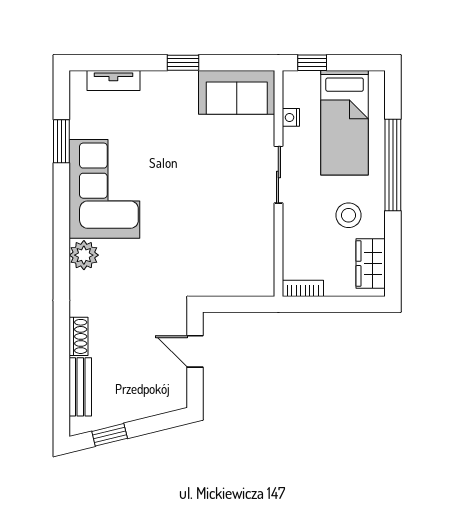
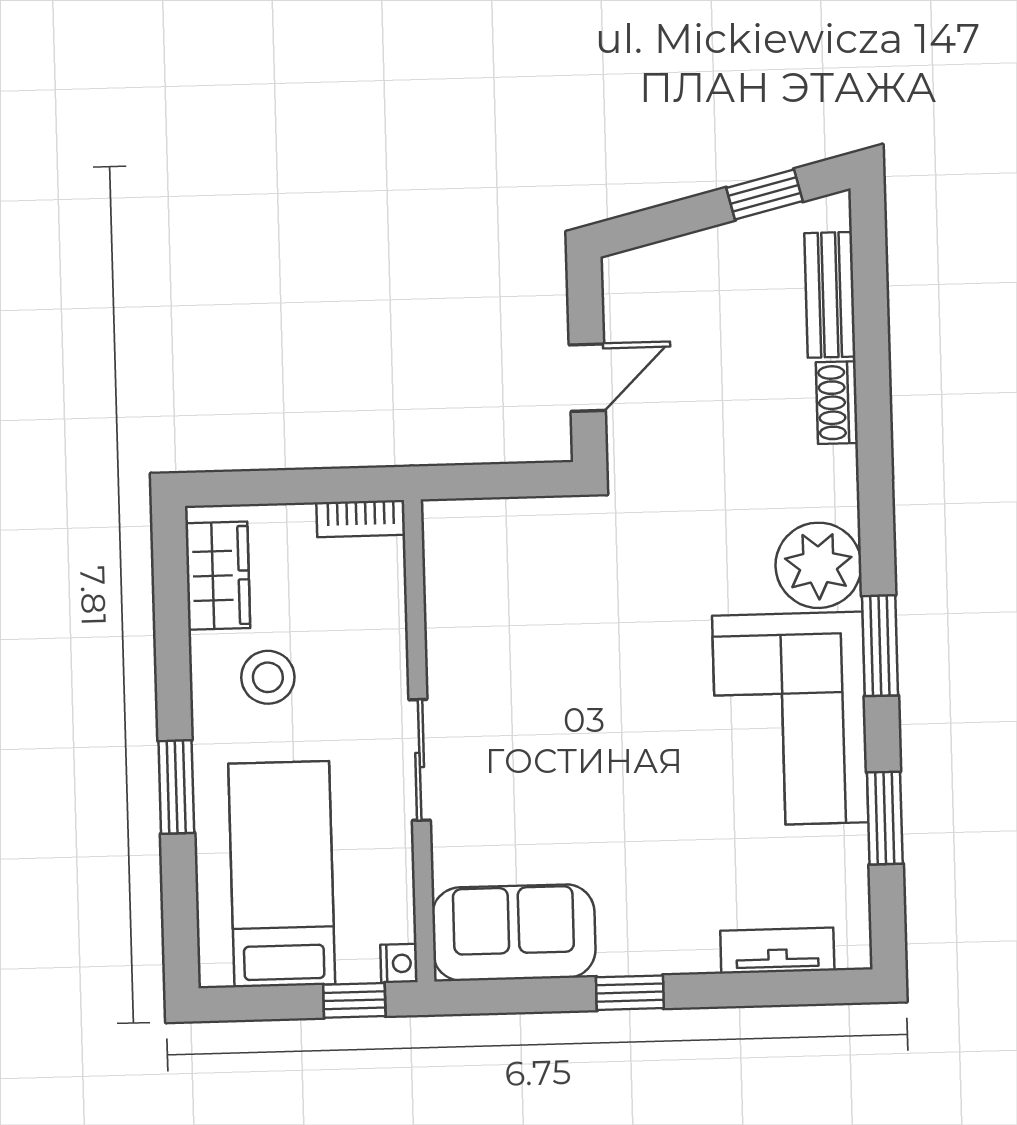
nightstand: (291, 117) -> (399, 963), moved
window: (393, 165) -> (176, 787), width x0.47
window: (61, 222) -> (880, 646), added
plant: (84, 255) -> (818, 565), width x1.36, depth x1.36
door: (195, 351) -> (587, 378), hinge flipped

